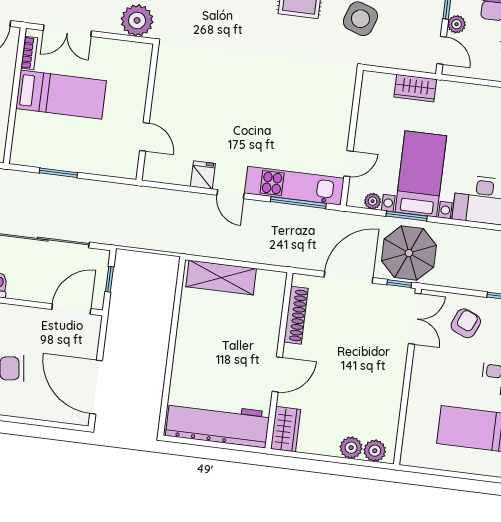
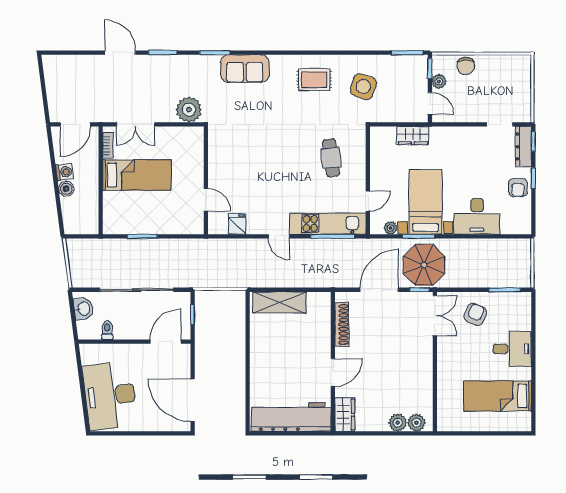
cafe table: (309, 103) -> (331, 158), added
fridge: (203, 175) -> (237, 224), moved

